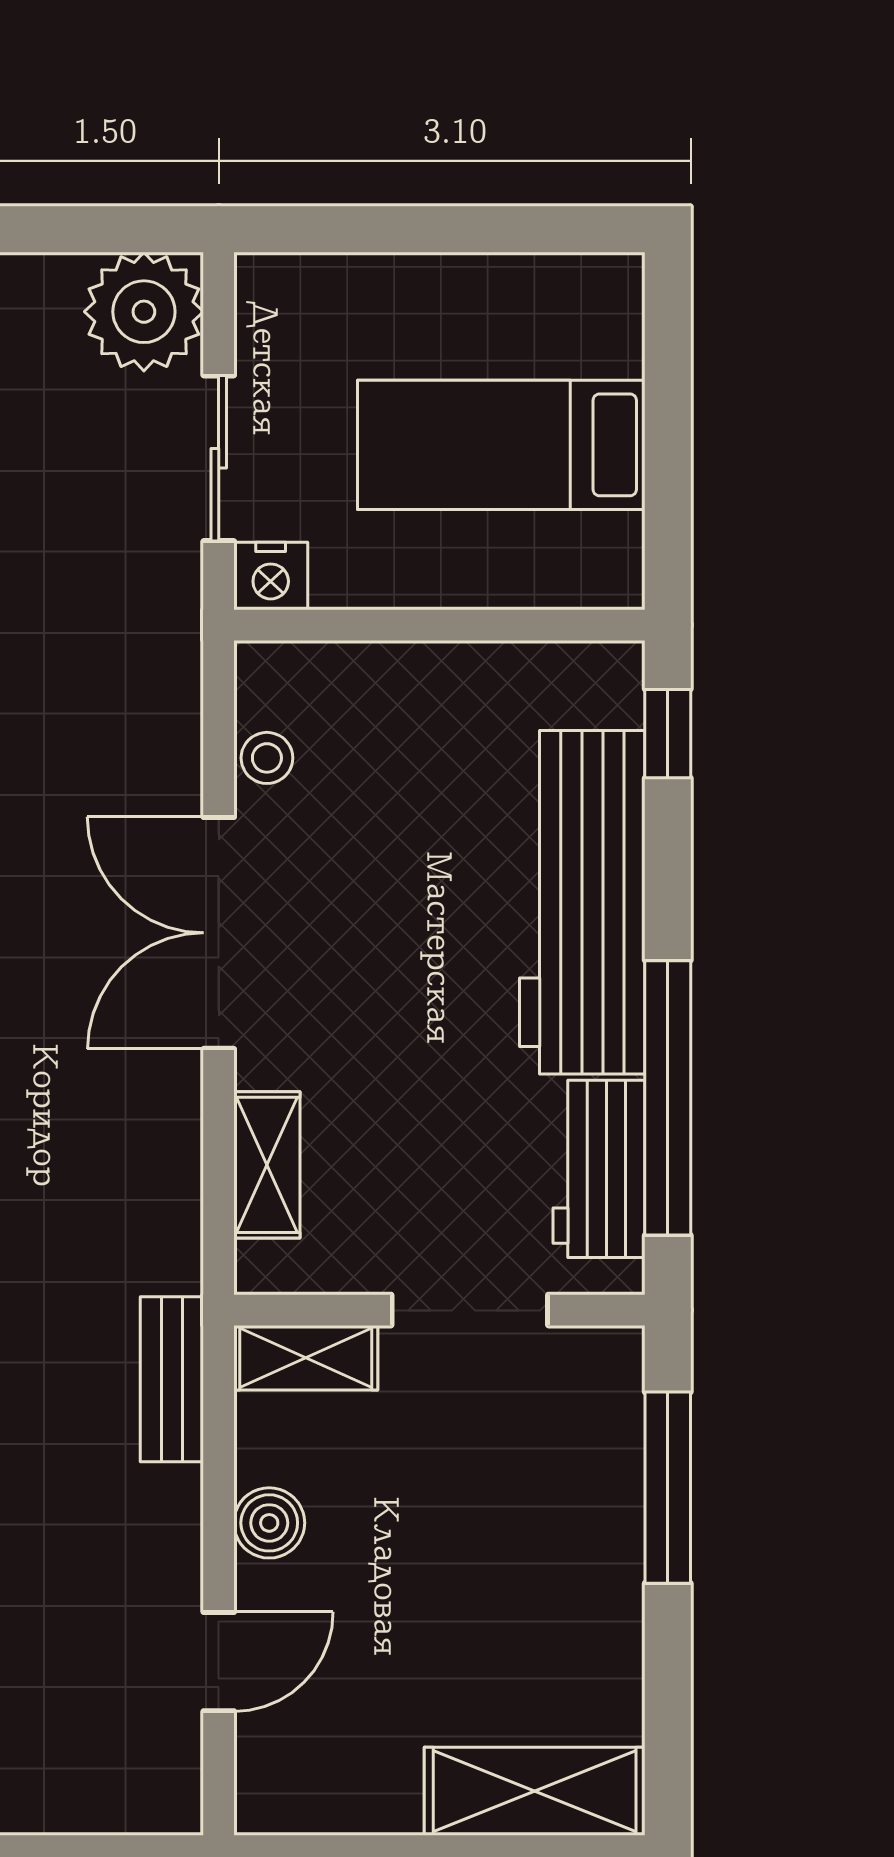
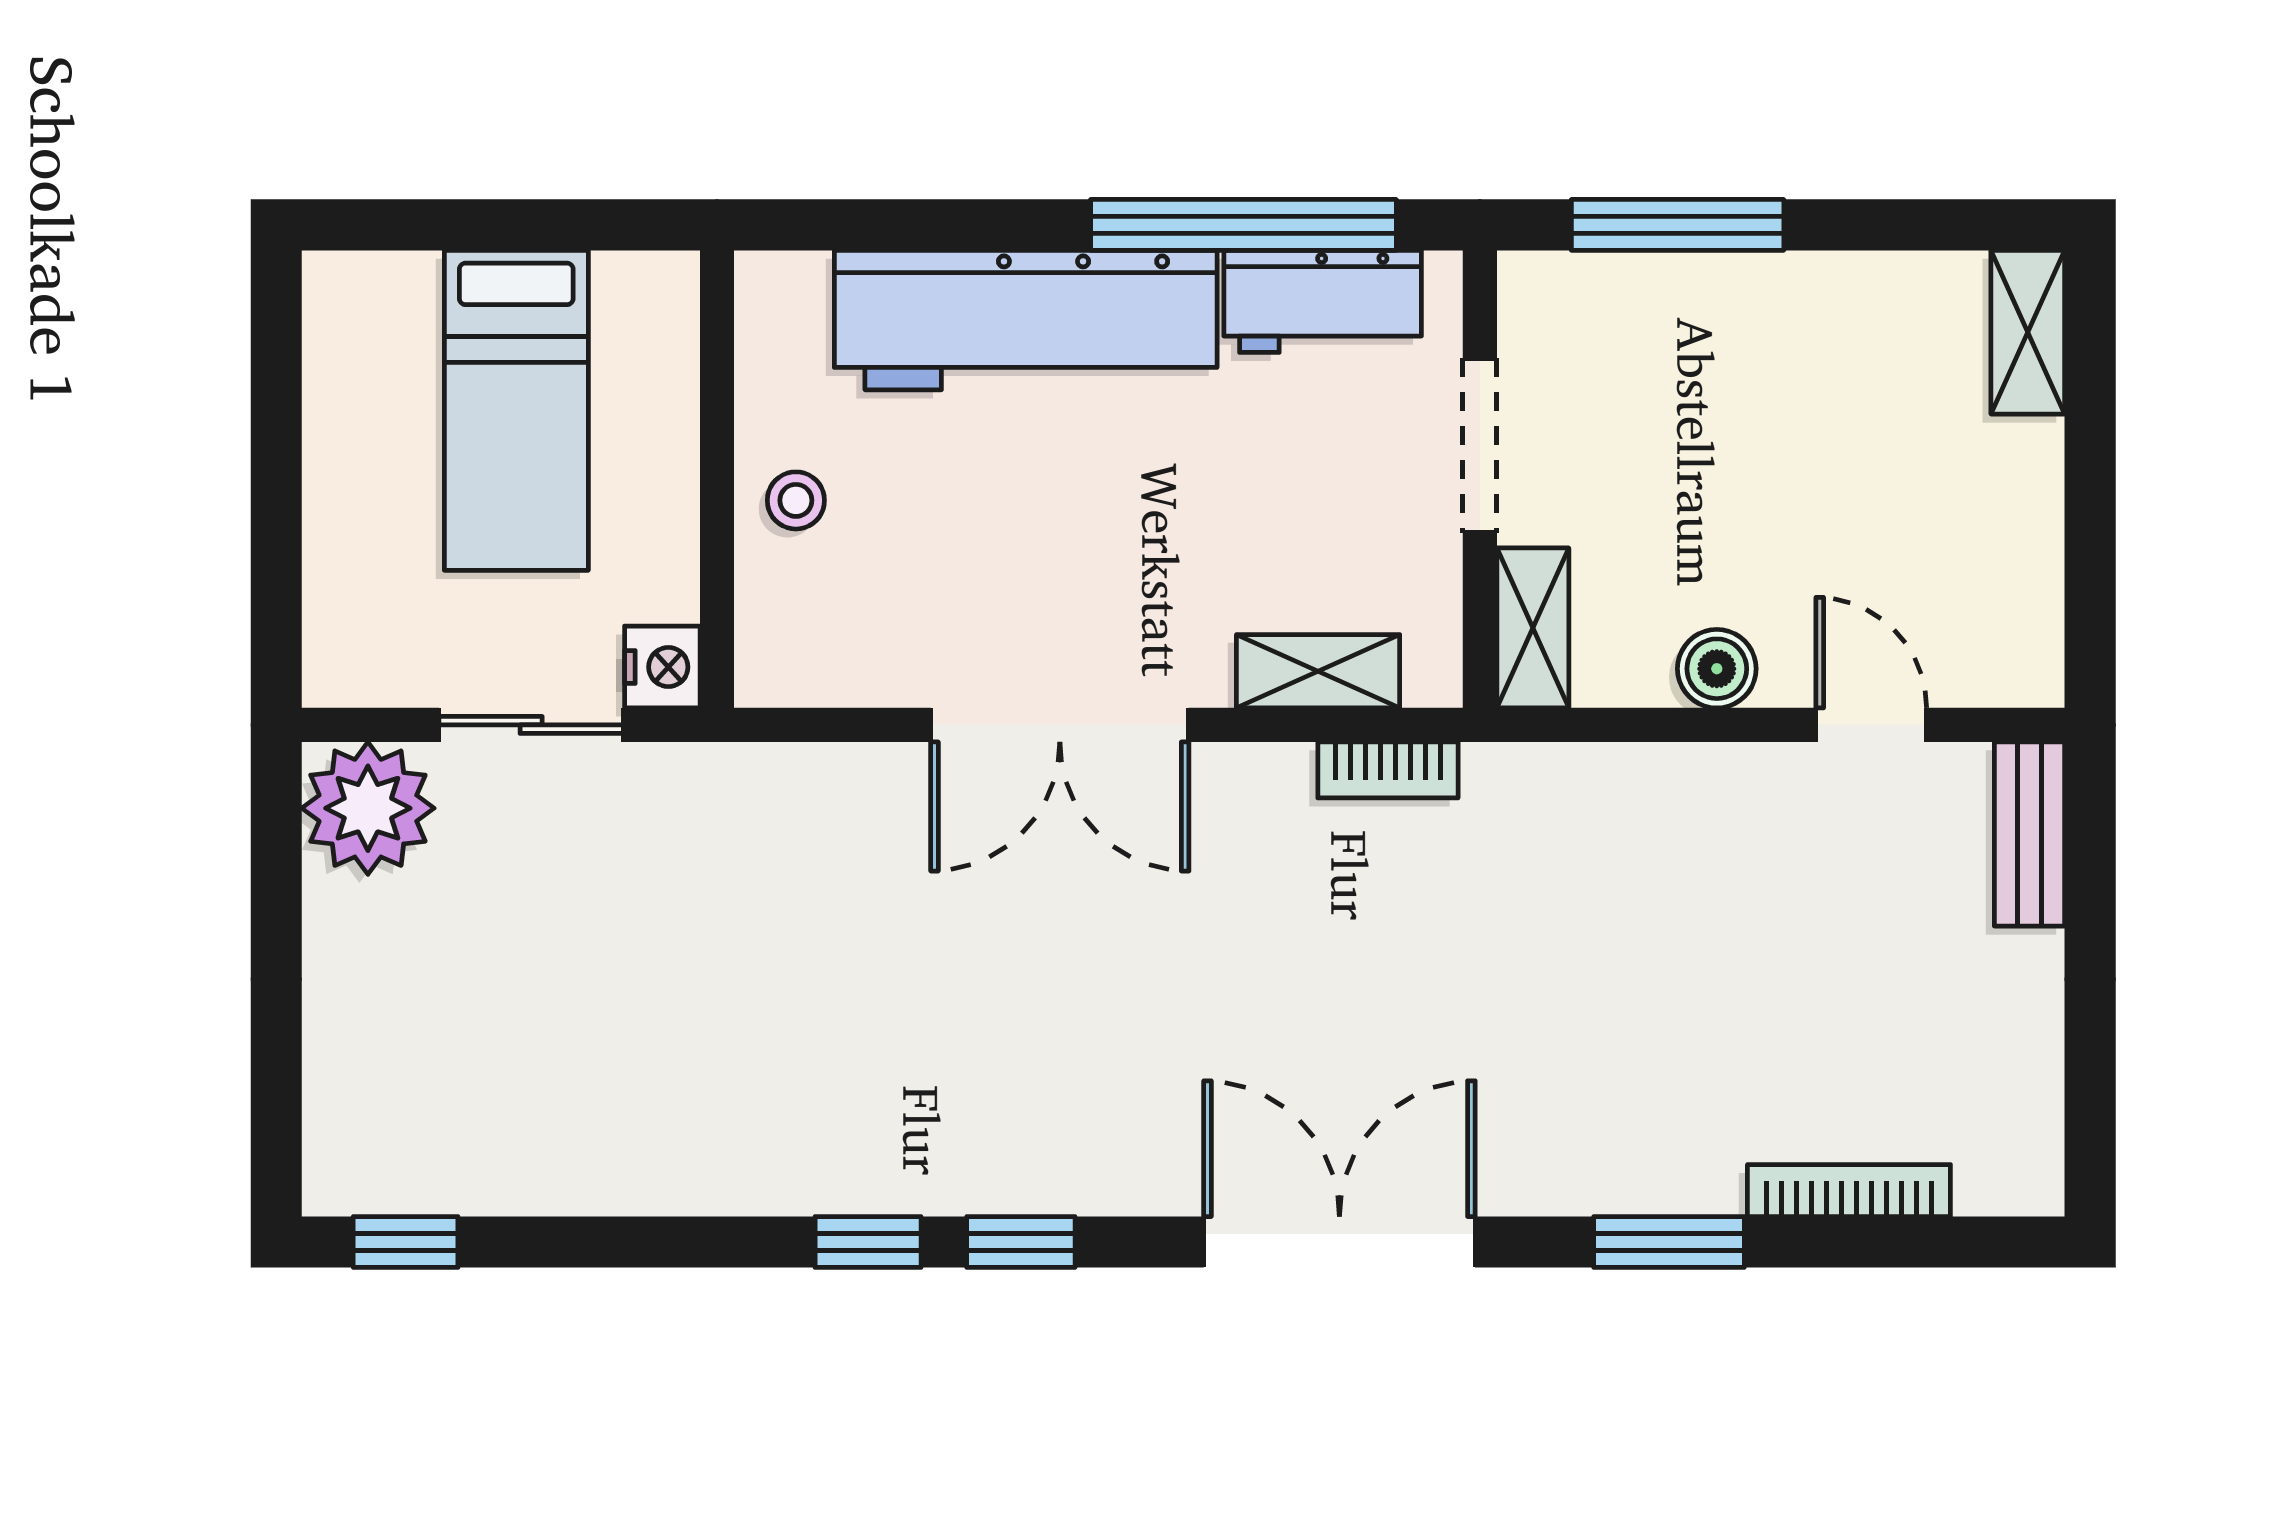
window: (668, 734) -> (838, 225), removed
stool: (267, 758) -> (796, 500), moved
bookcase: (178, 1228) -> (1388, 770), added
bench: (172, 1379) -> (2030, 834), moved, turned 90
shelving: (535, 1791) -> (2028, 332), width x0.67, depth x0.75

